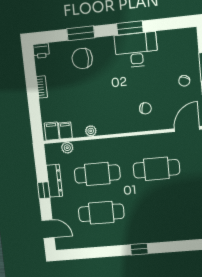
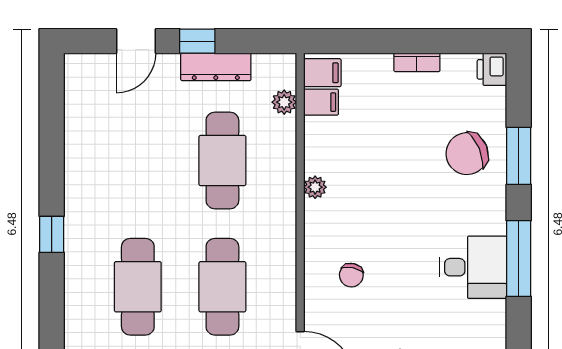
window: (130, 28) -> (519, 258), width x1.44
desk: (136, 50) -> (473, 267), width x0.73
chair: (82, 58) -> (467, 154), turned -113
plant: (91, 131) -> (315, 187), moved
cafe table: (101, 213) -> (138, 287), moved
door: (48, 229) -> (136, 41), moved

